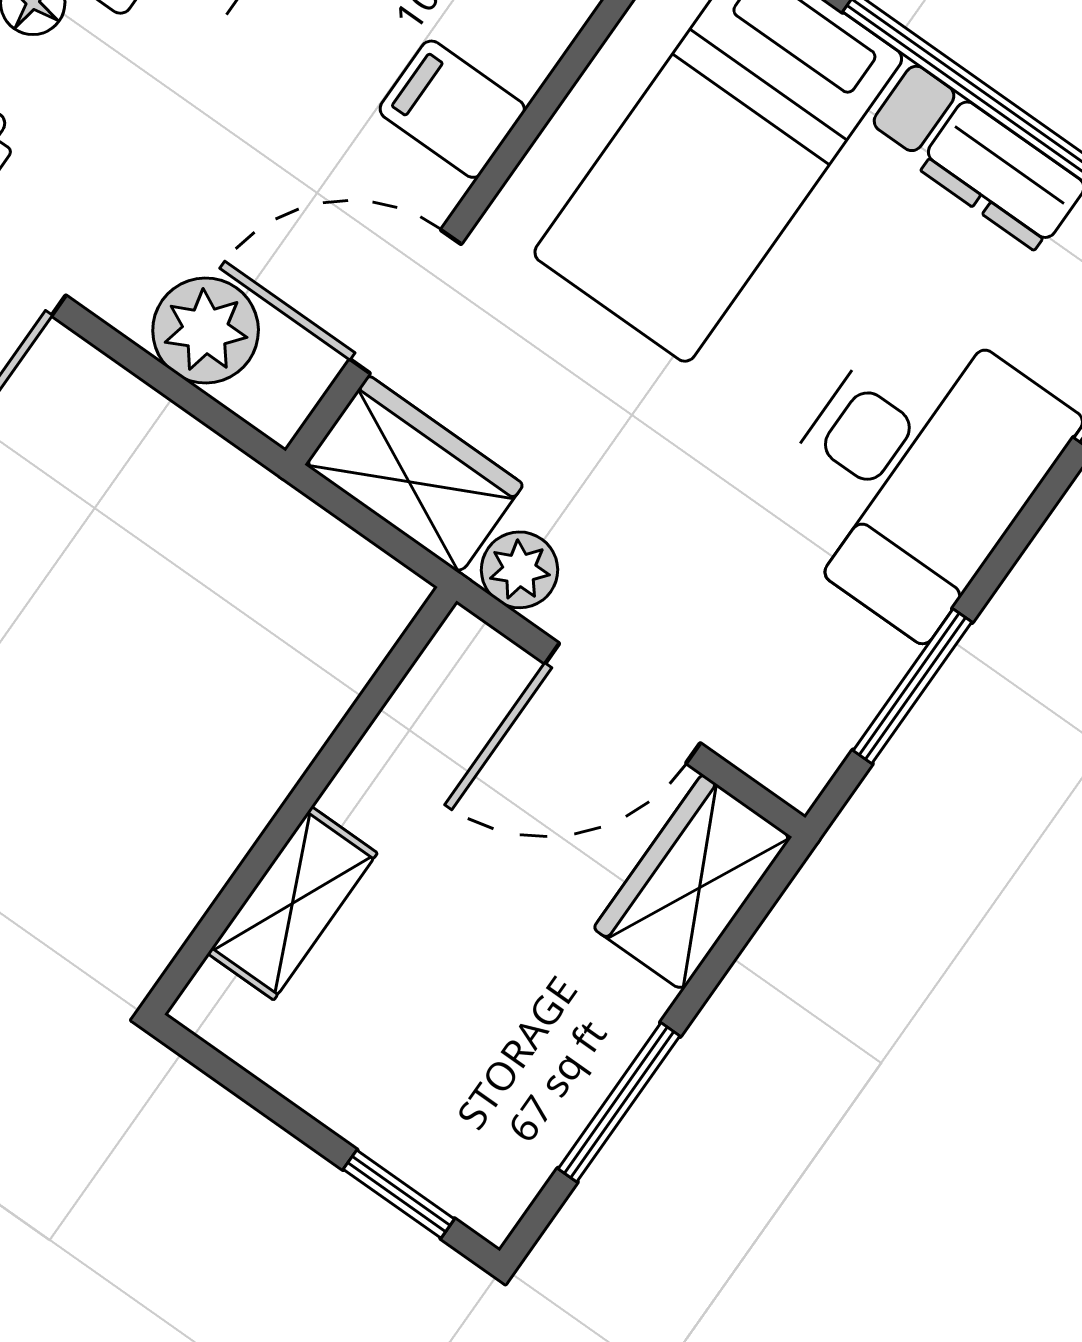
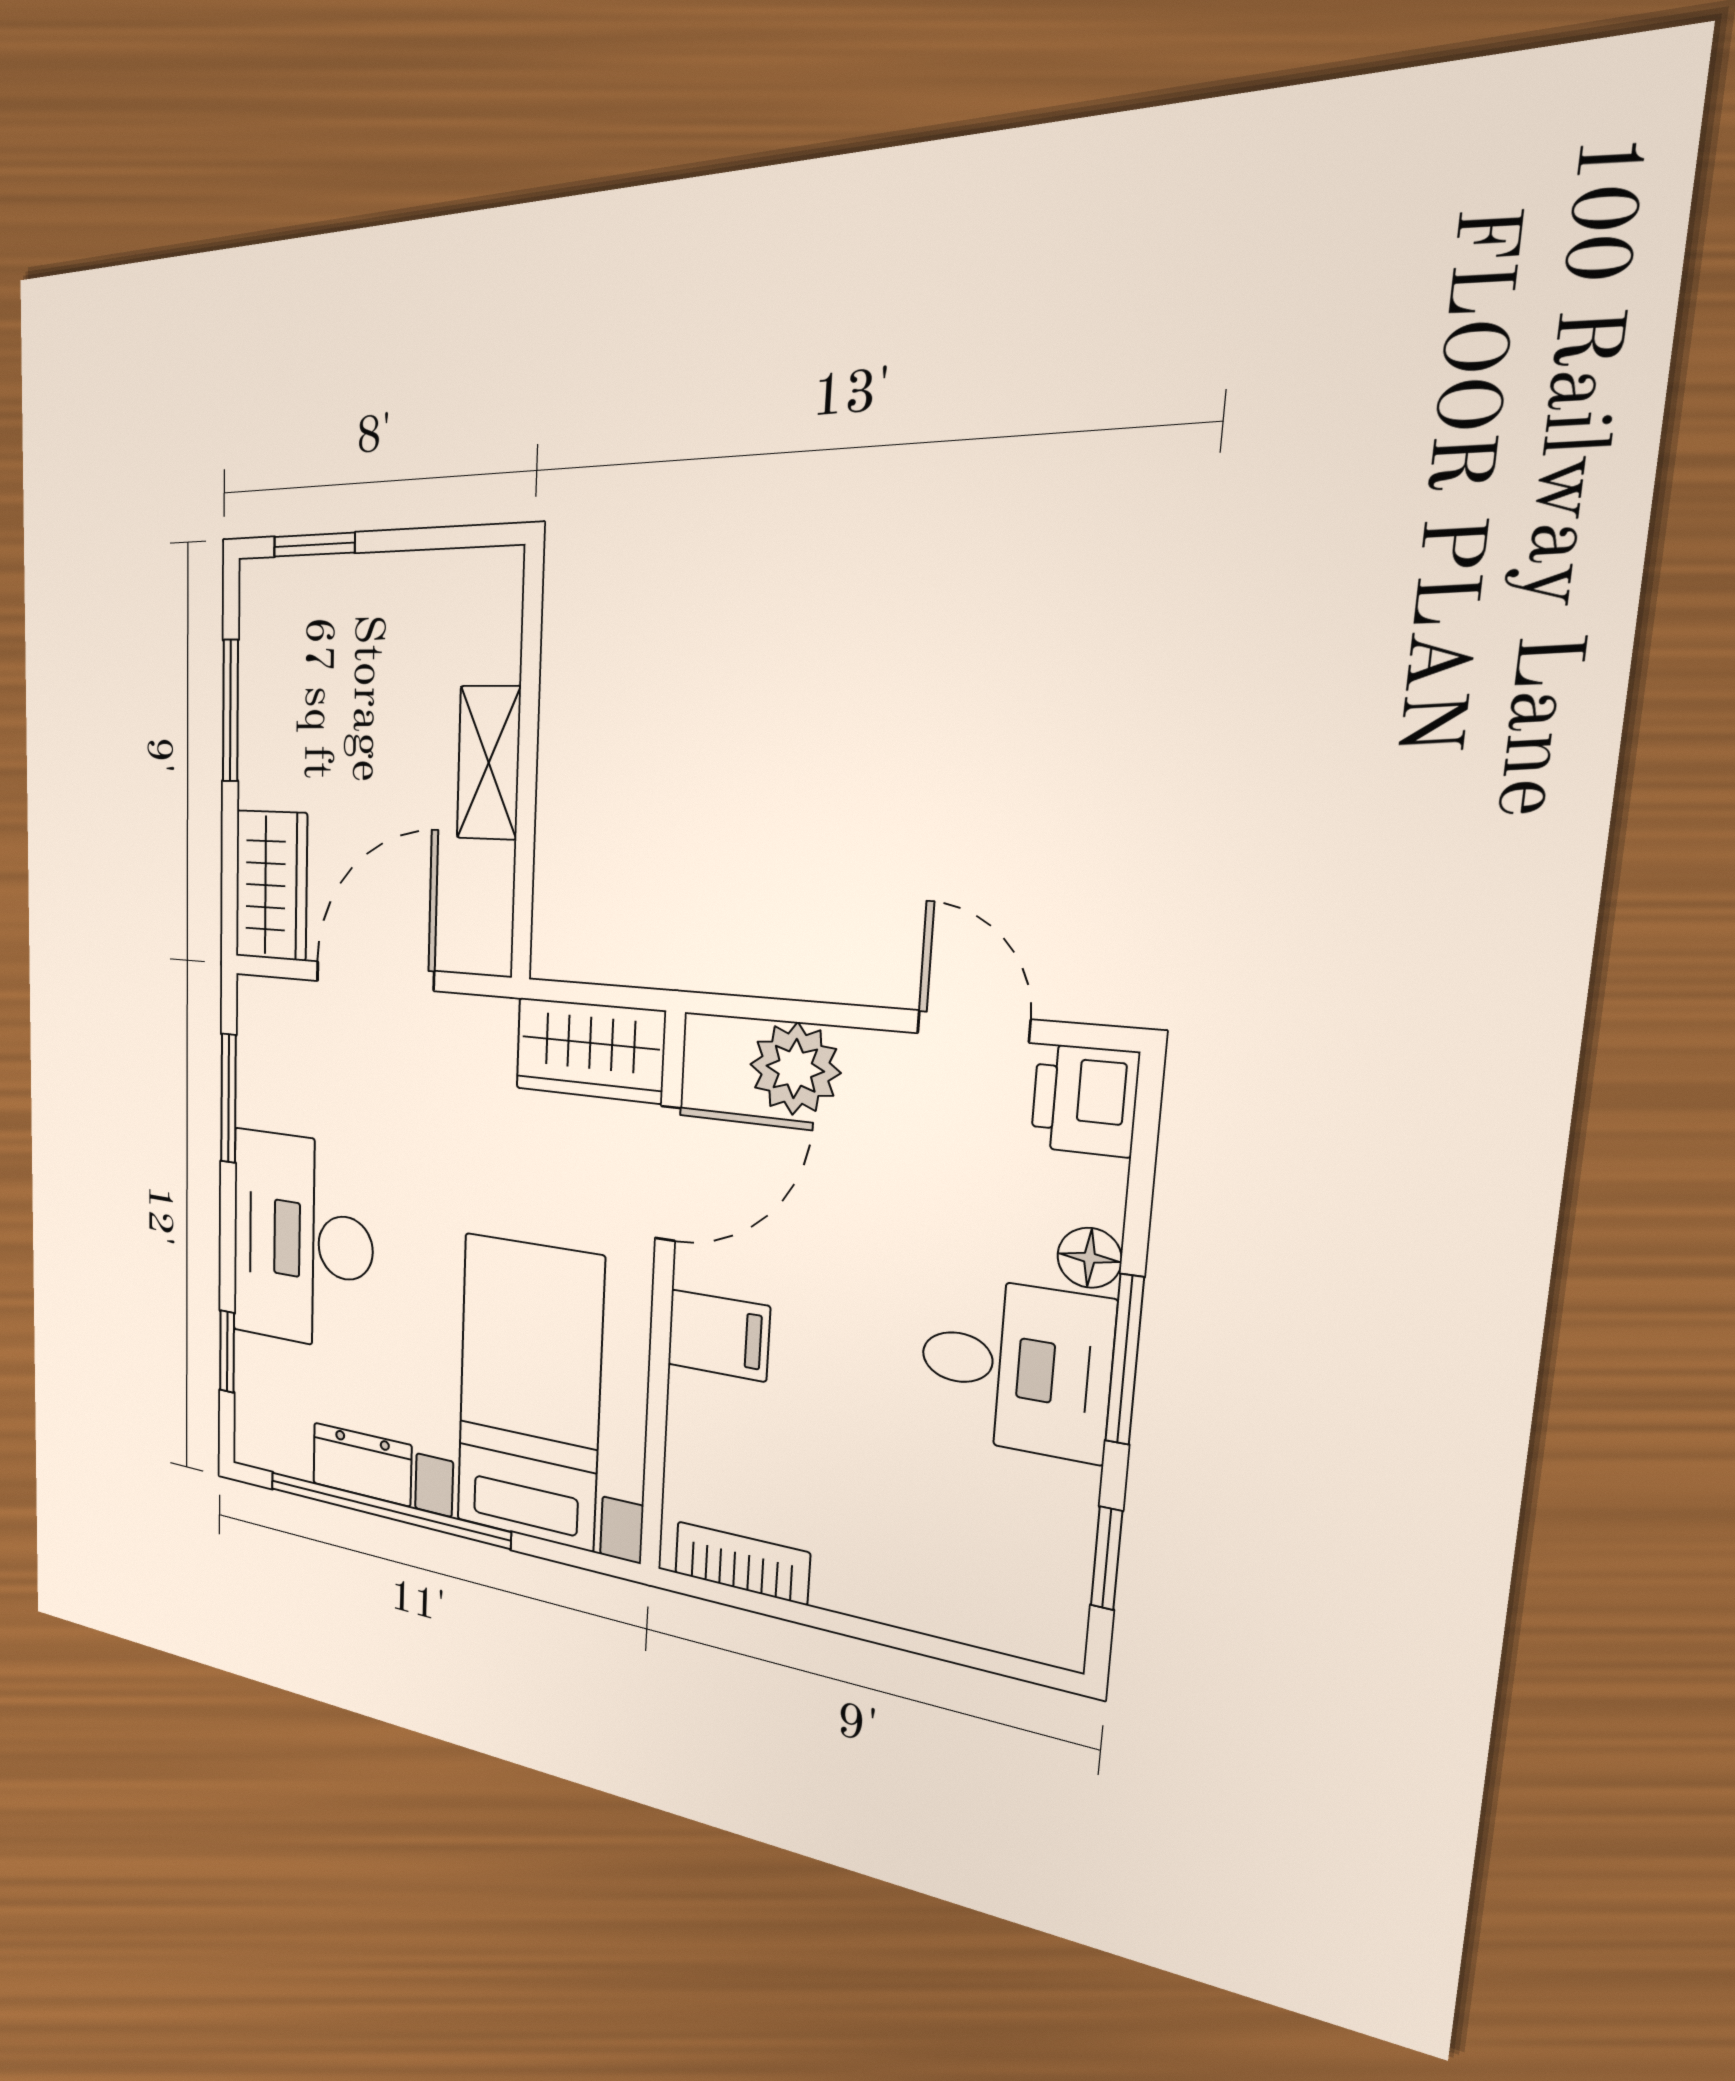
plant: (520, 570) -> (486, 1026), removed
shelving: (292, 903) -> (489, 763), moved

